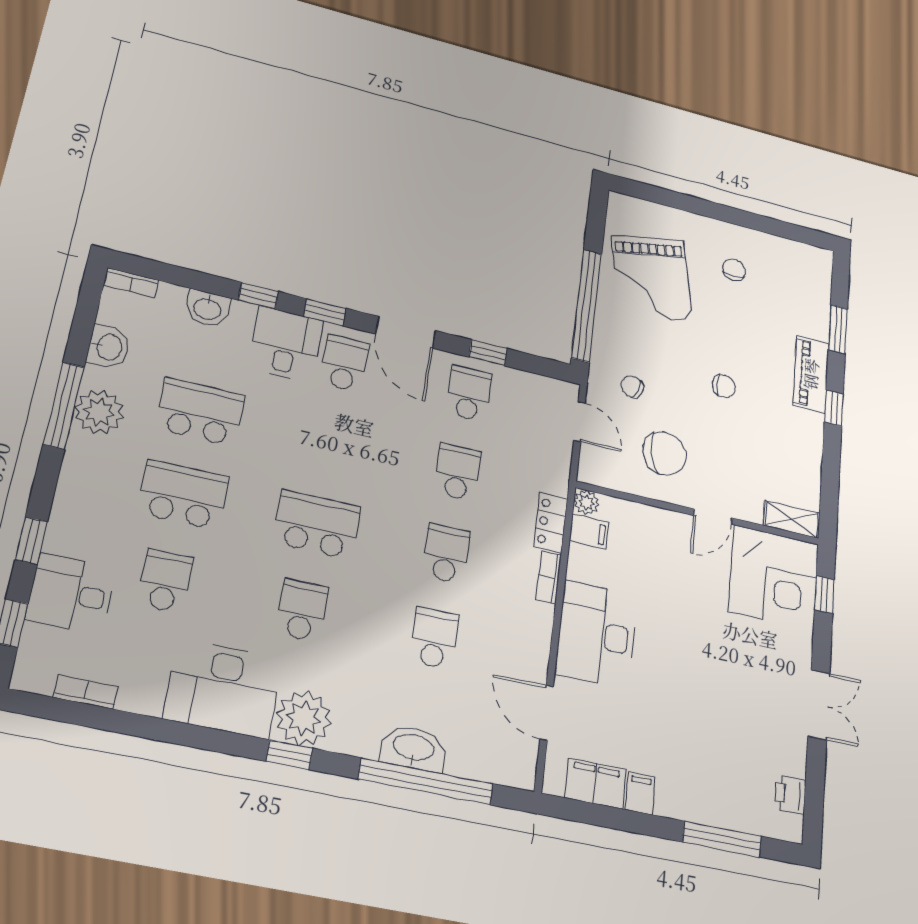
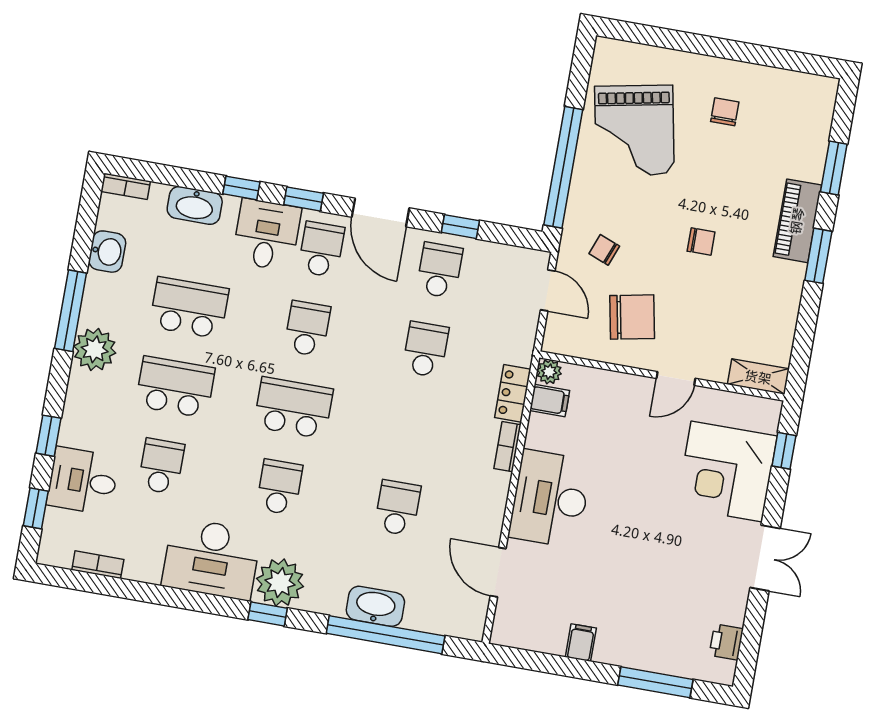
washbasin: (207, 308) -> (195, 205), width x1.38
window: (834, 408) -> (818, 256), width x1.50
plant: (99, 412) -> (95, 349), moved
school desk: (446, 553) -> (307, 329), moved
corner desk: (774, 577) -> (727, 471), moved, turned 90
filing cabinet: (595, 783) -> (539, 634), removed

